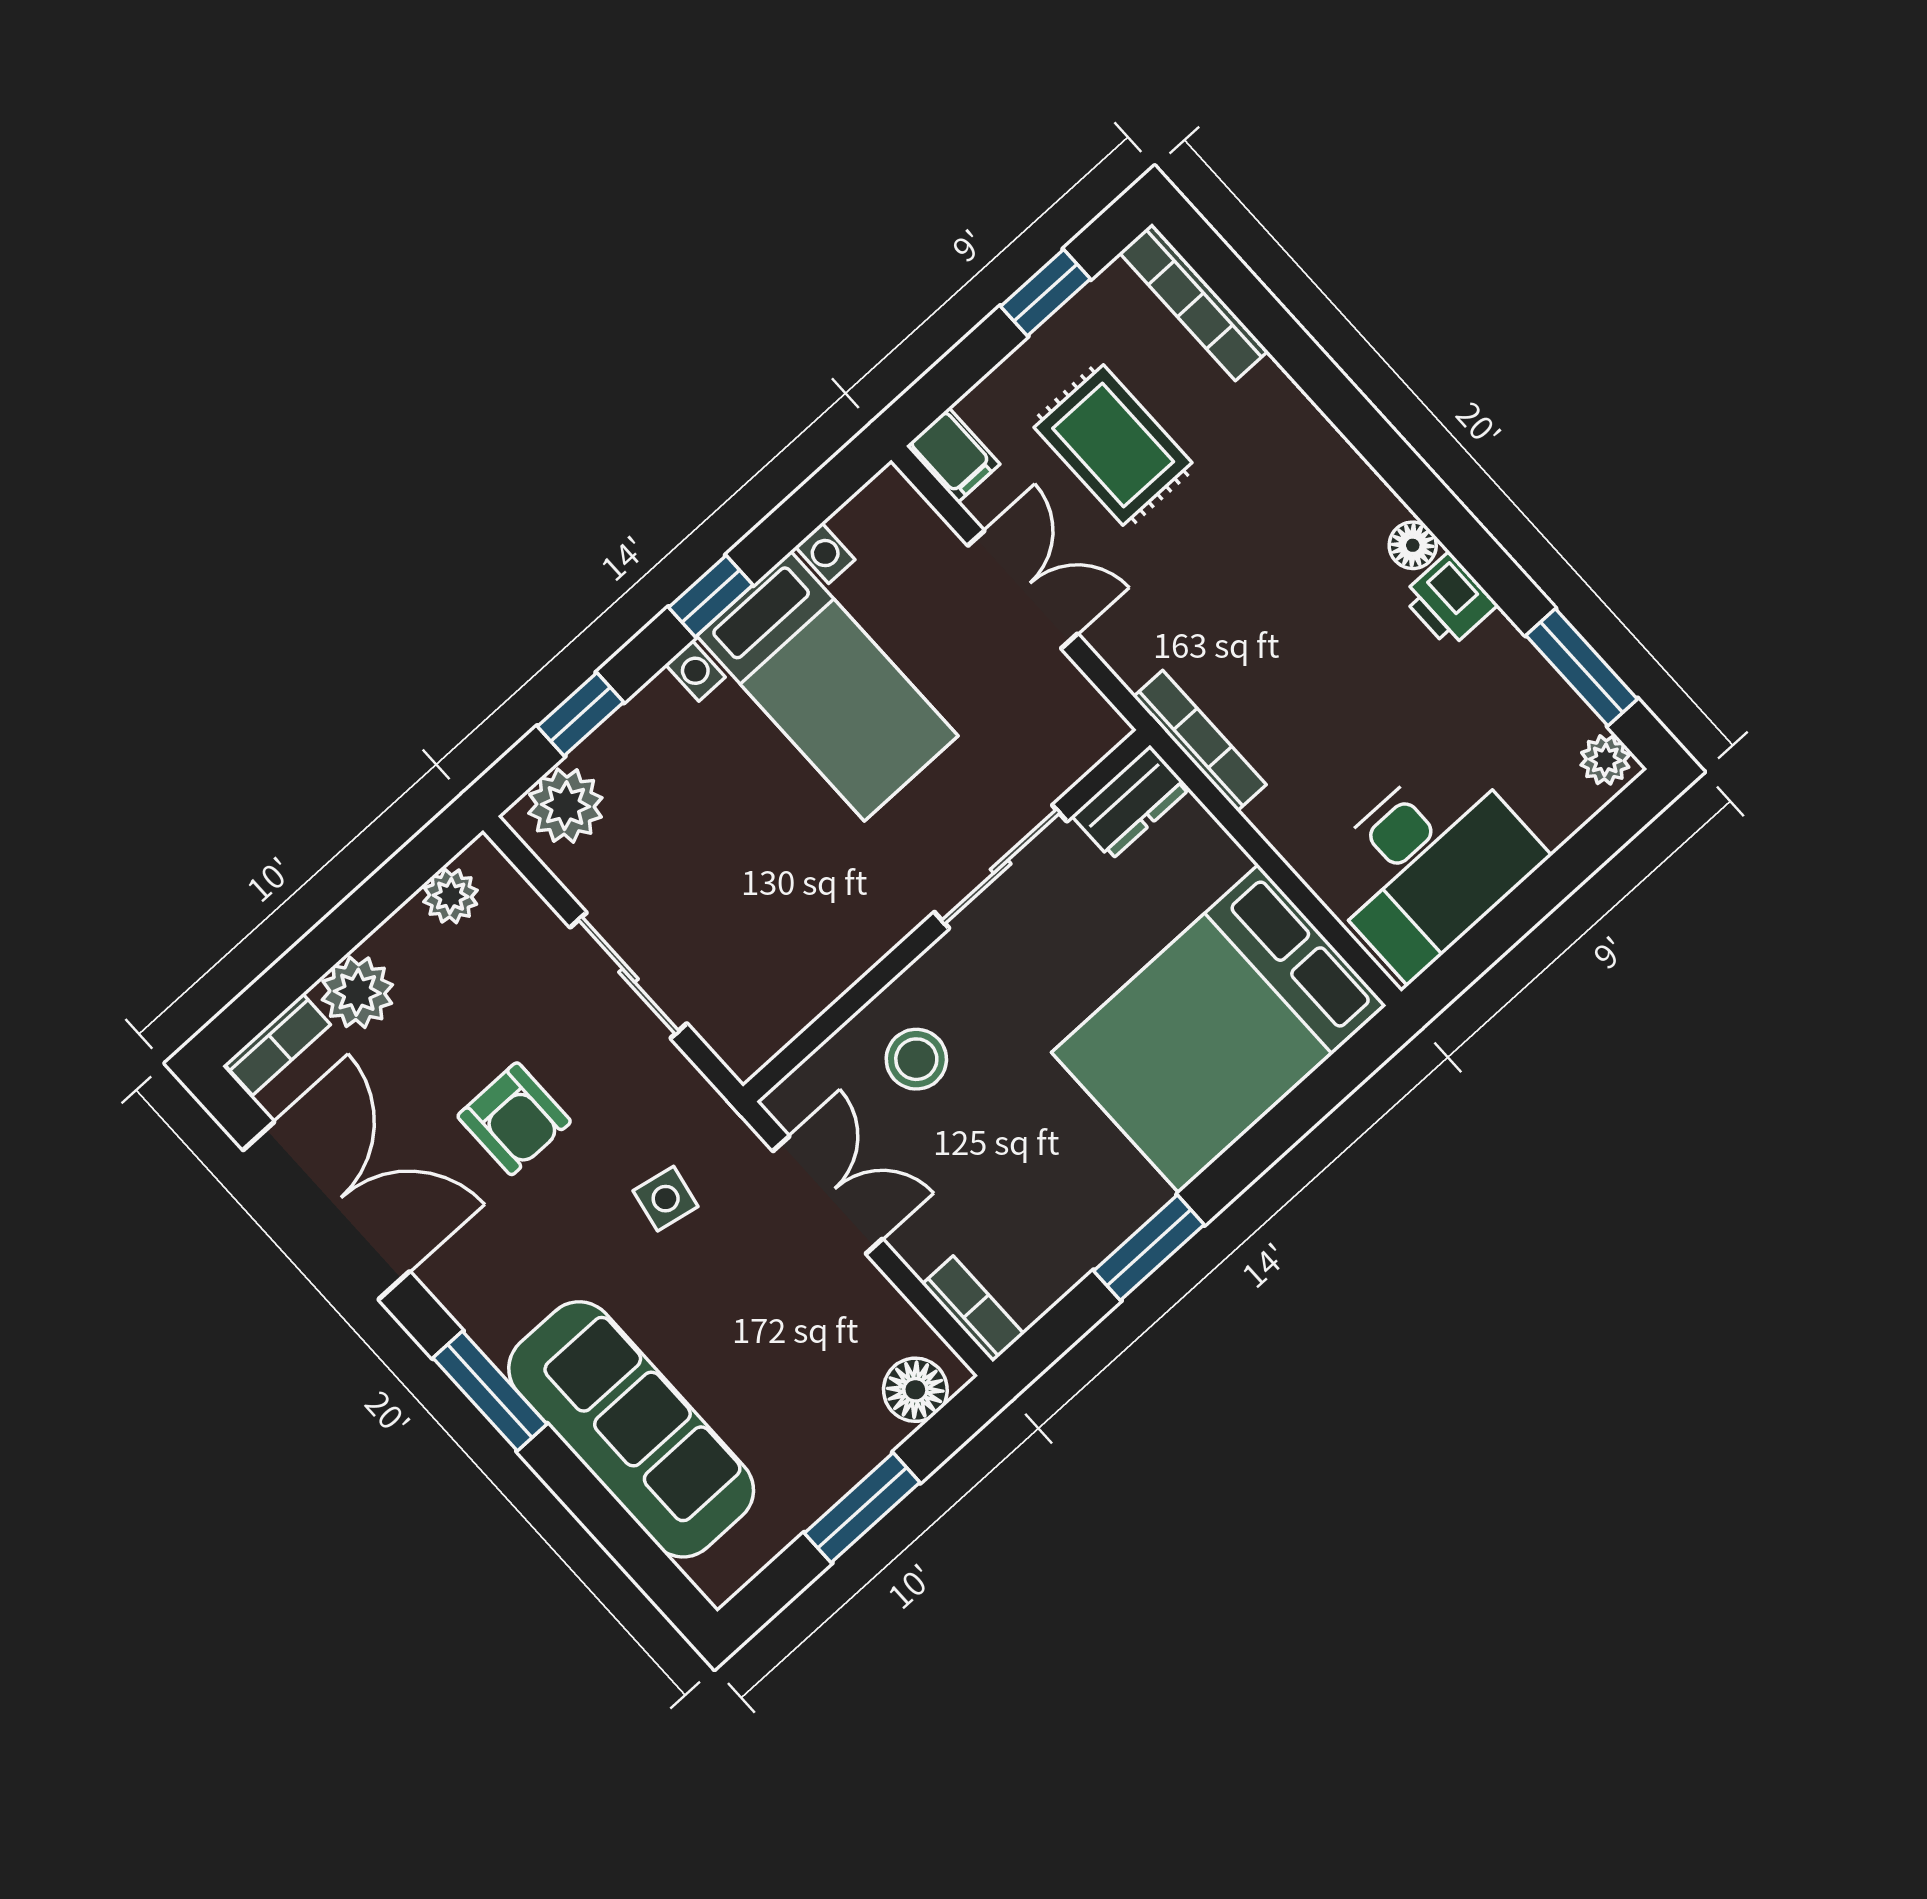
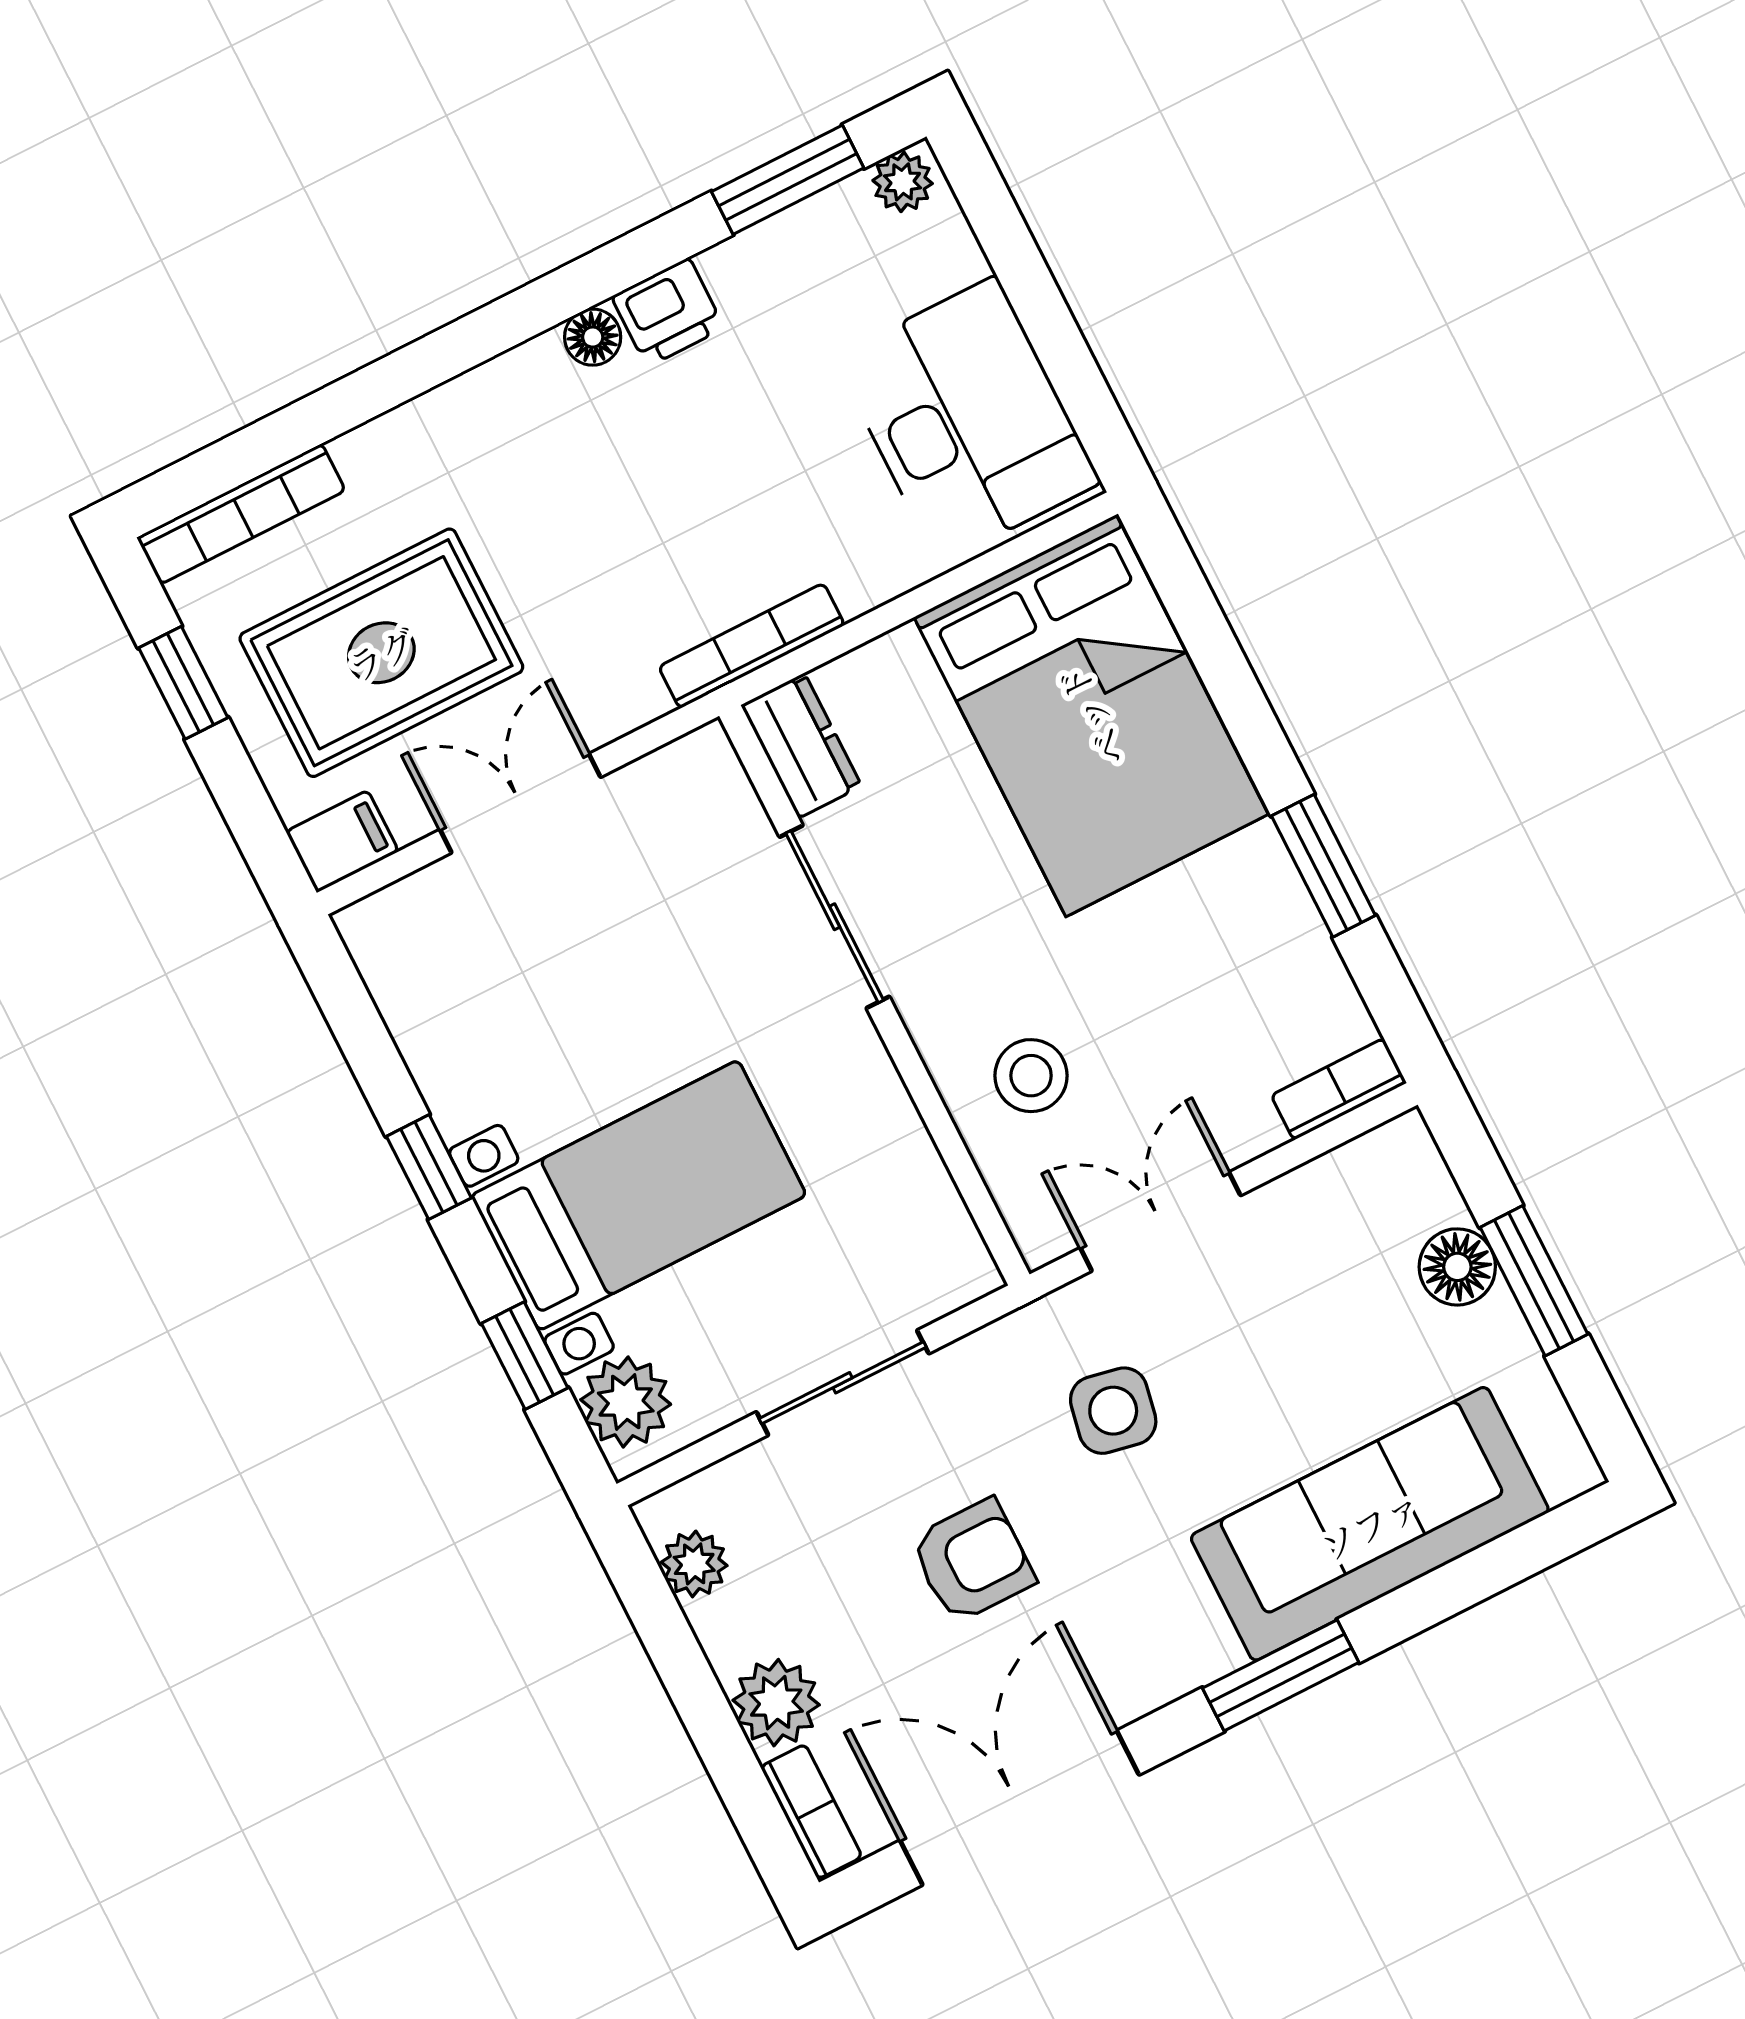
rug: (1113, 445) -> (381, 653), width x1.36, depth x1.43
bed with nightstands: (827, 686) -> (639, 1195), moved
side table: (666, 1199) -> (1113, 1411), width x1.37, depth x1.37
floor lamp: (915, 1390) -> (1457, 1267), moved

